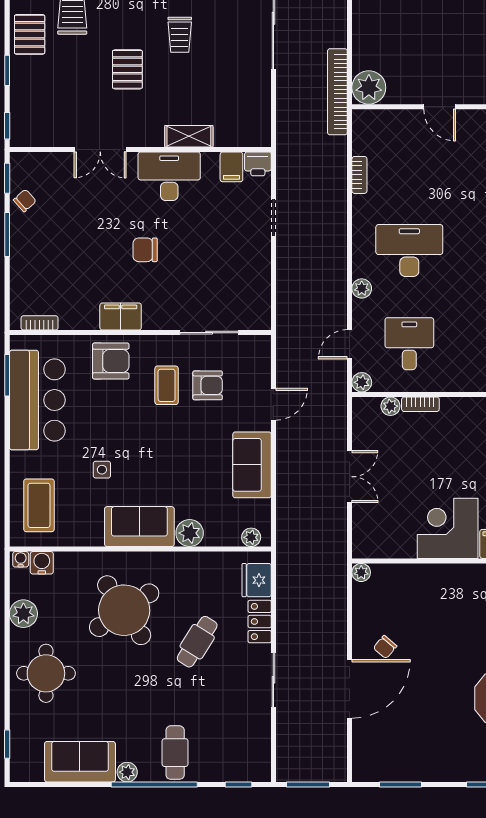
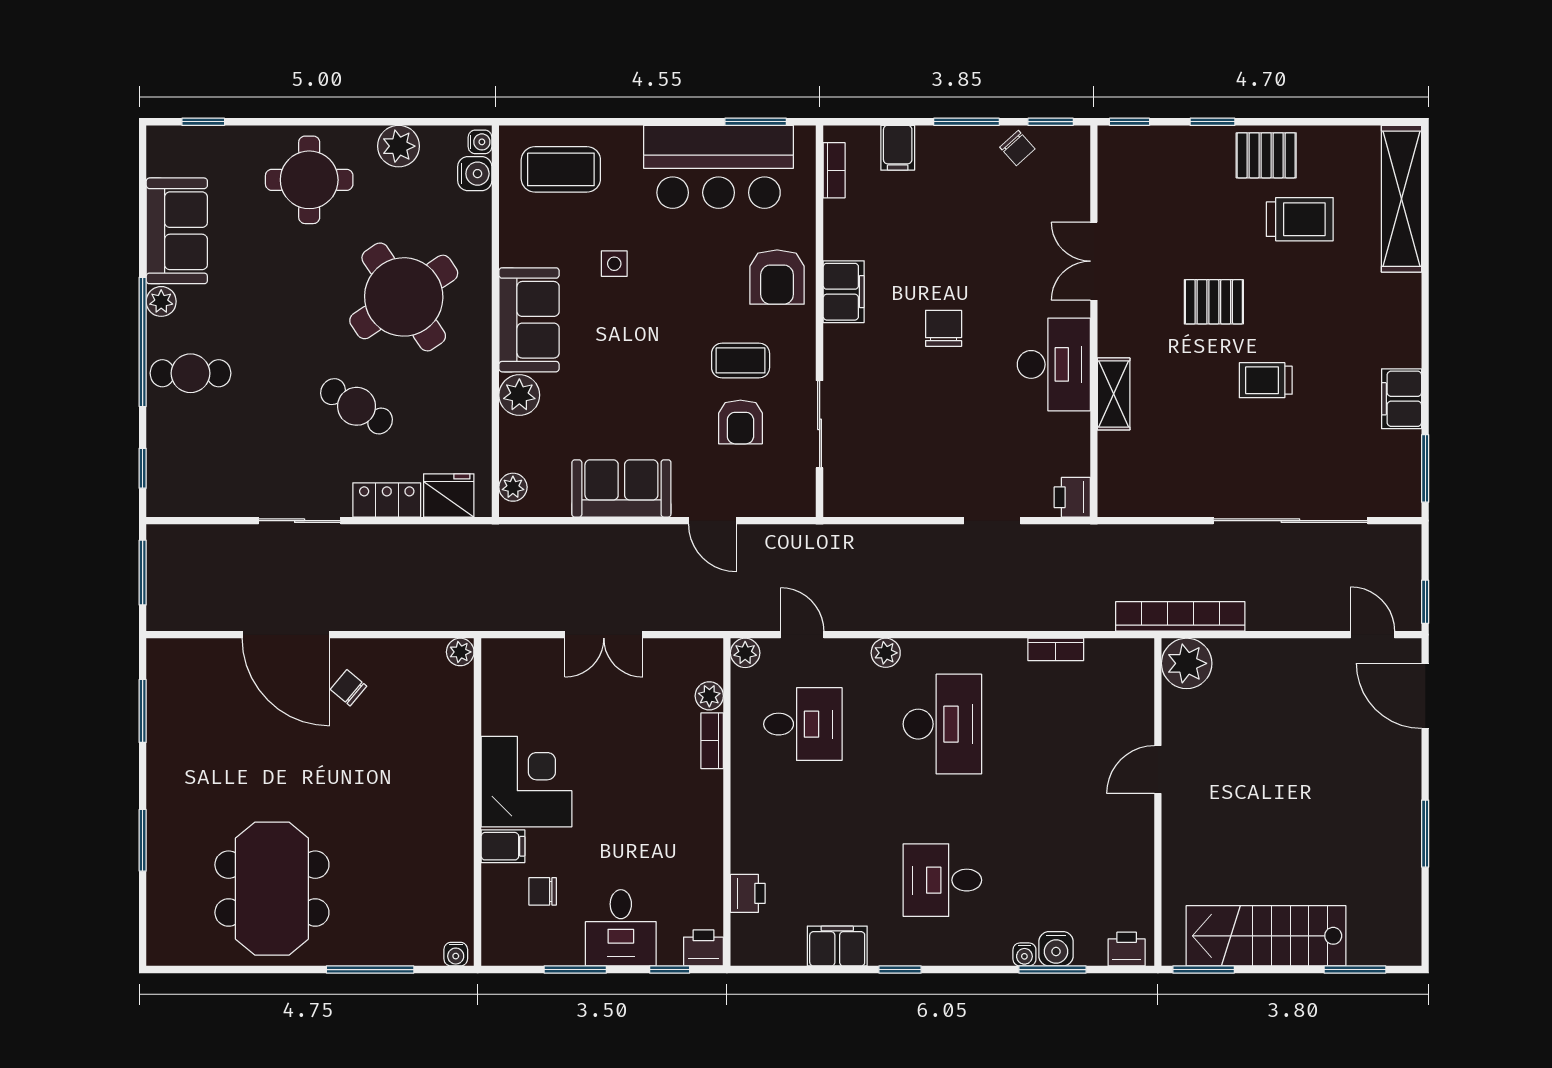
filing cabinet: (231, 167) -> (898, 148), moved, turned -90

